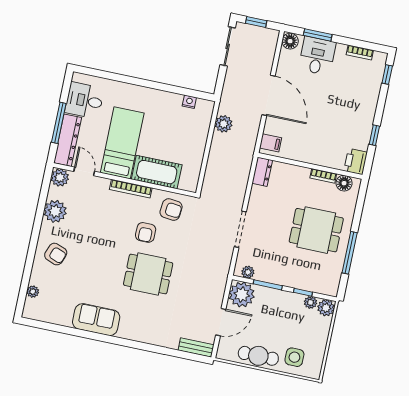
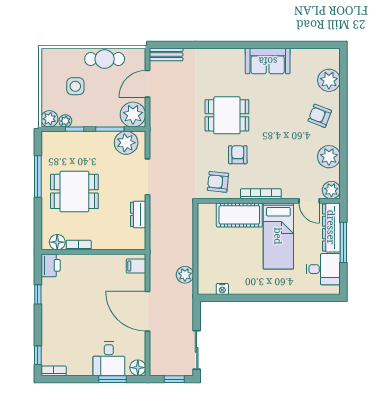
bookcase: (360, 52) -> (54, 371), moved
dresser: (262, 172) -> (138, 214), moved
plant: (248, 272) -> (126, 143), width x1.88, depth x1.88
plant: (33, 292) -> (329, 80), width x1.88, depth x1.88
side table: (294, 357) -> (75, 86), moved

